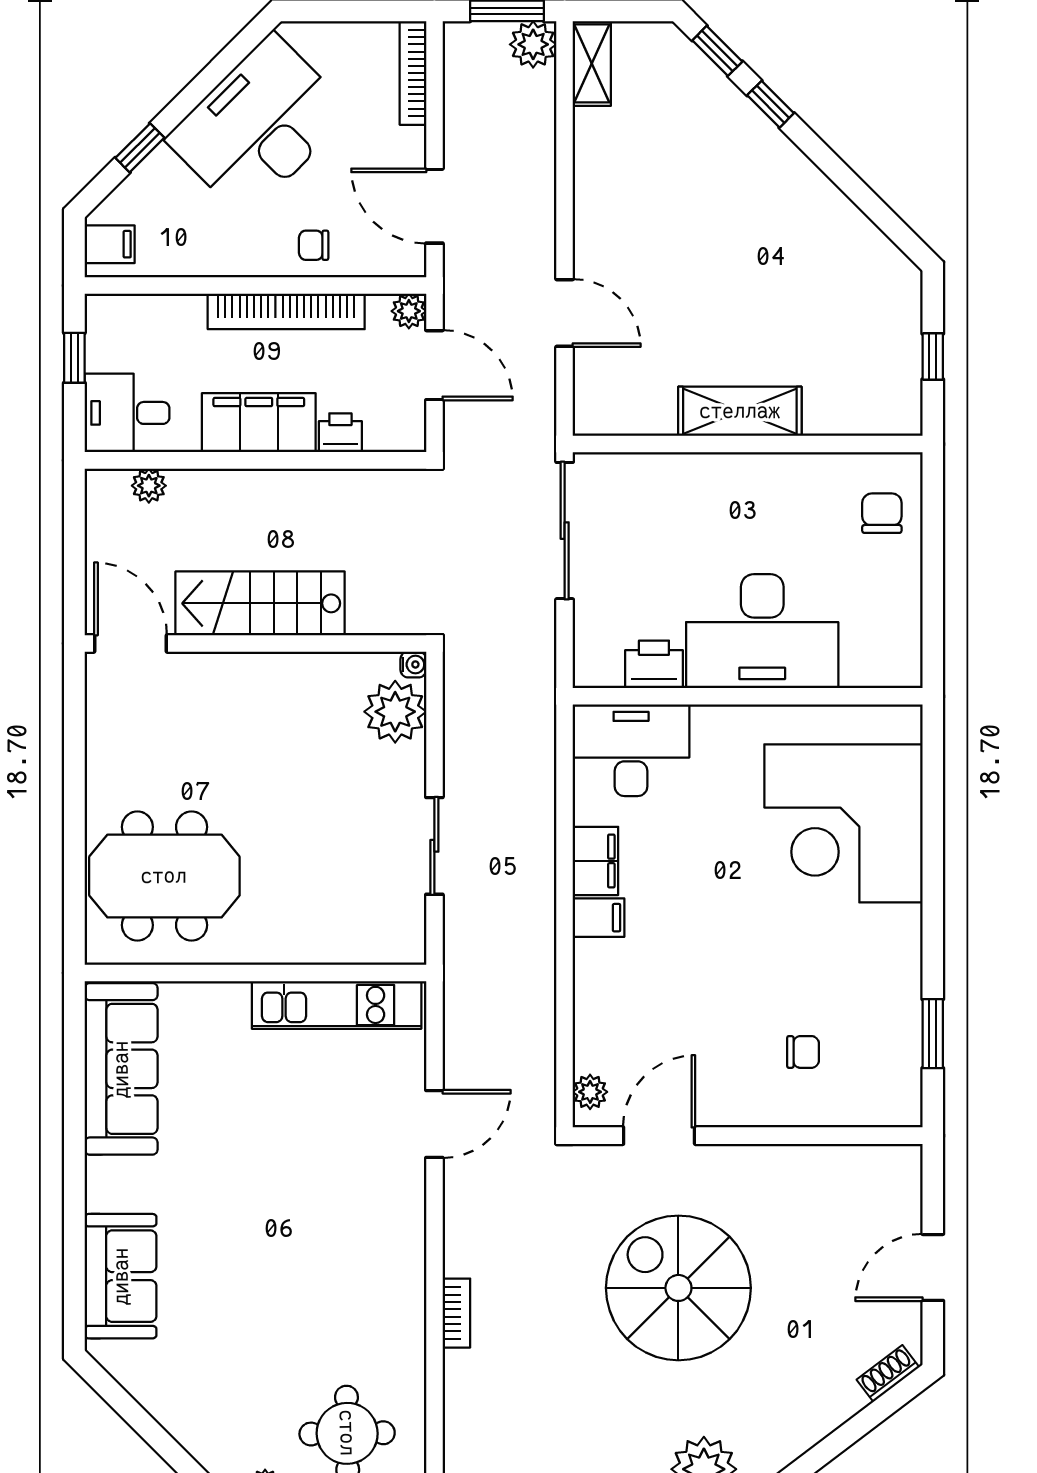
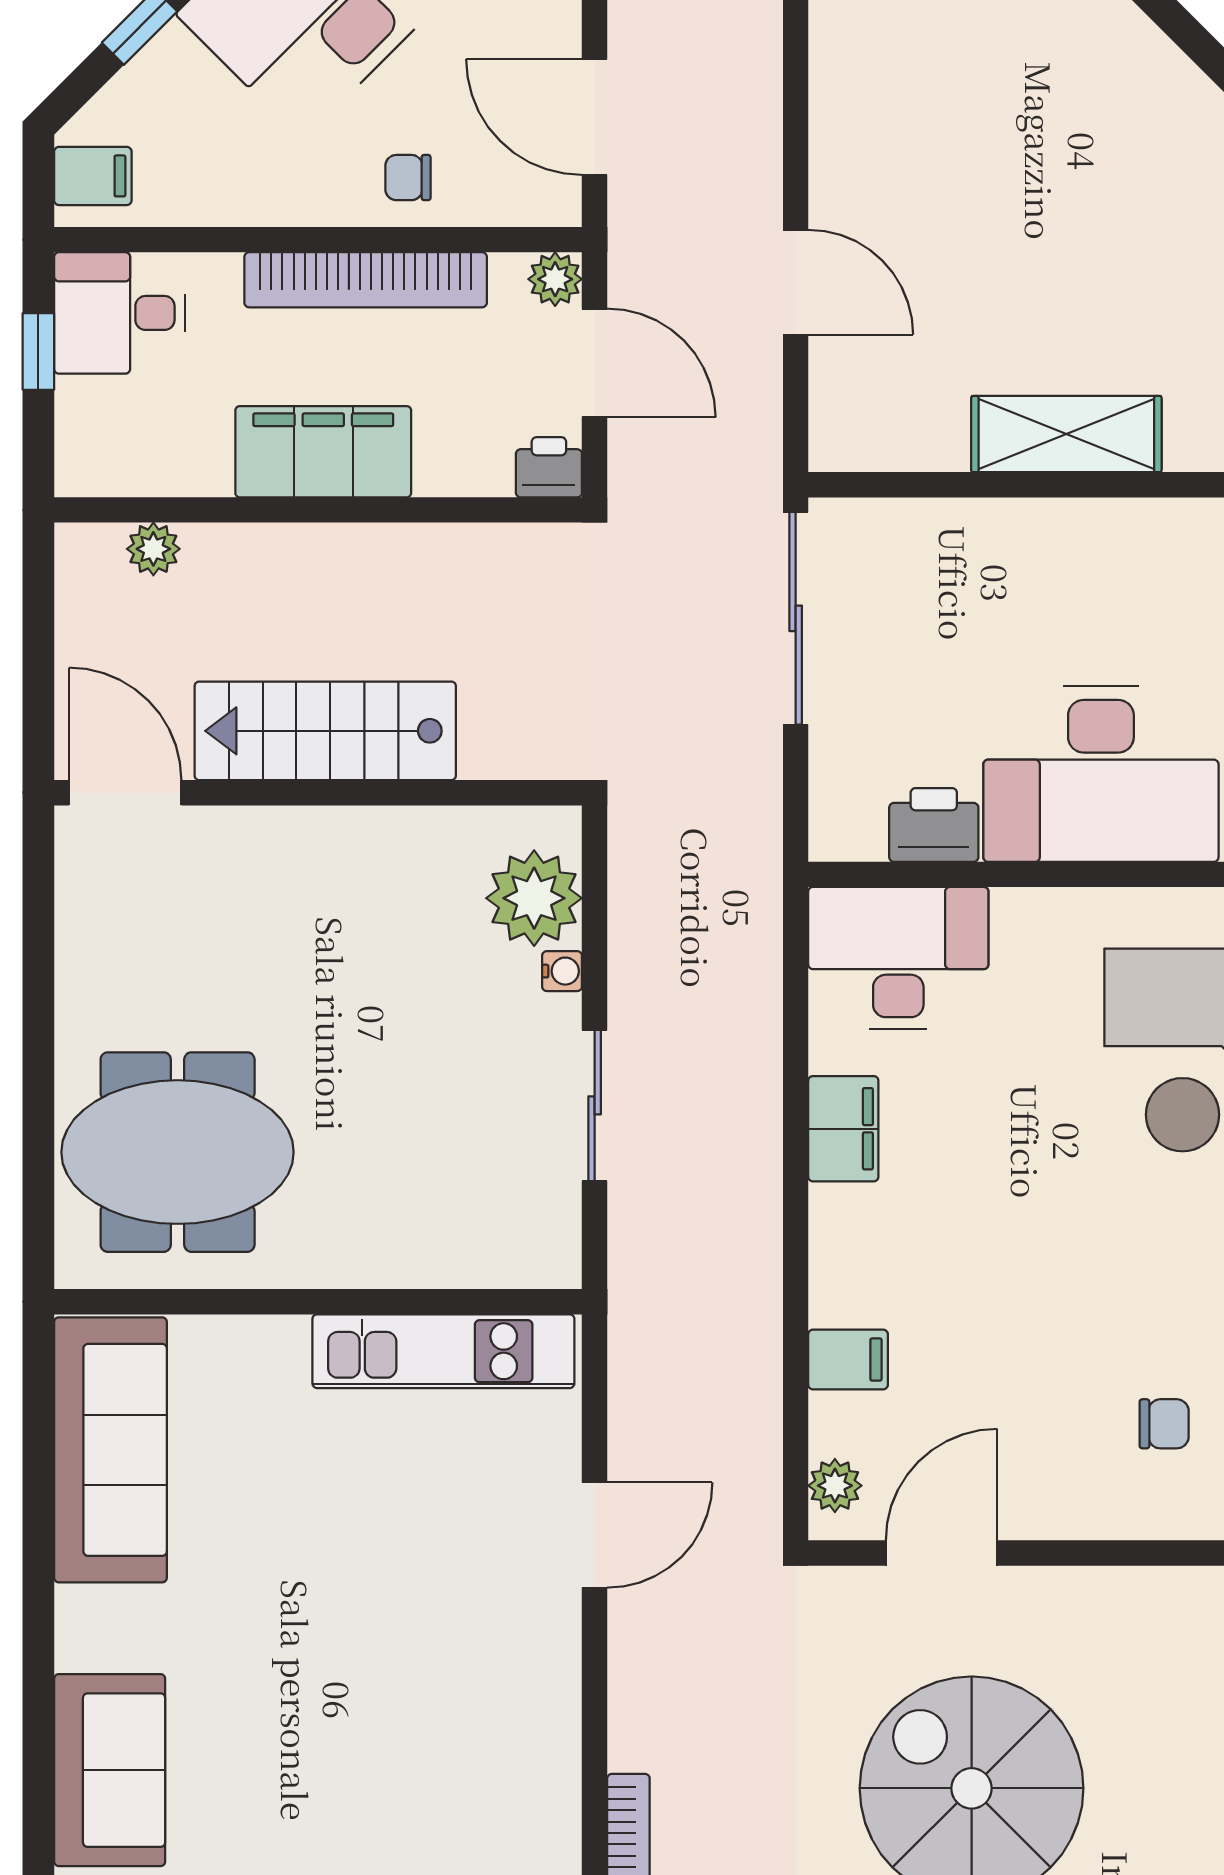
desk: (127, 413) -> (120, 313), moved
printer: (340, 433) -> (549, 467), moved
water cooler: (413, 664) -> (562, 971), moved
filing cabinet: (598, 918) -> (848, 1360), moved

